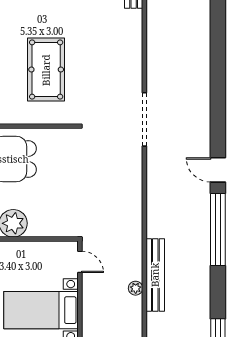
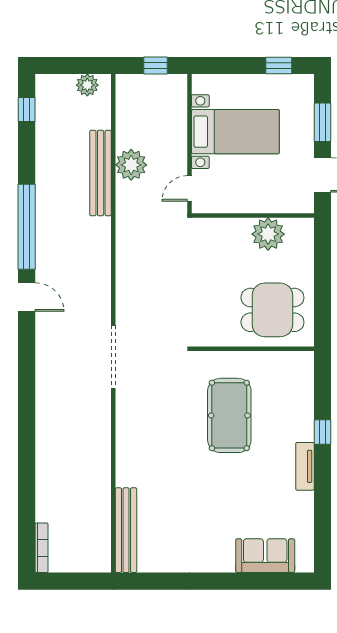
door: (80, 262) -> (189, 188), hinge flipped
plant: (136, 288) -> (131, 165), width x1.88, depth x1.88

